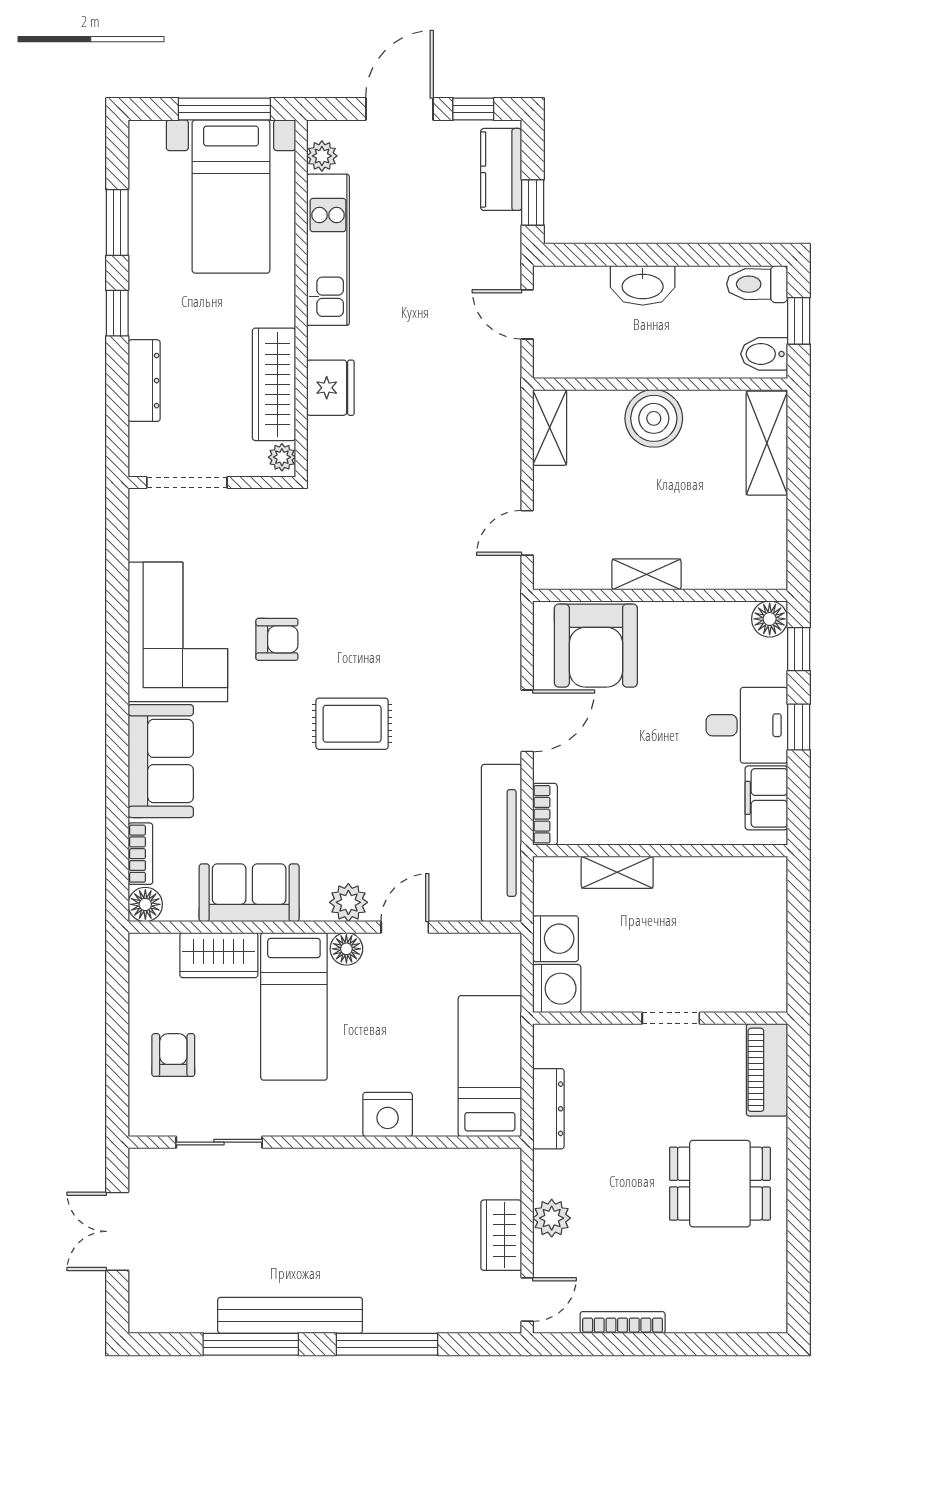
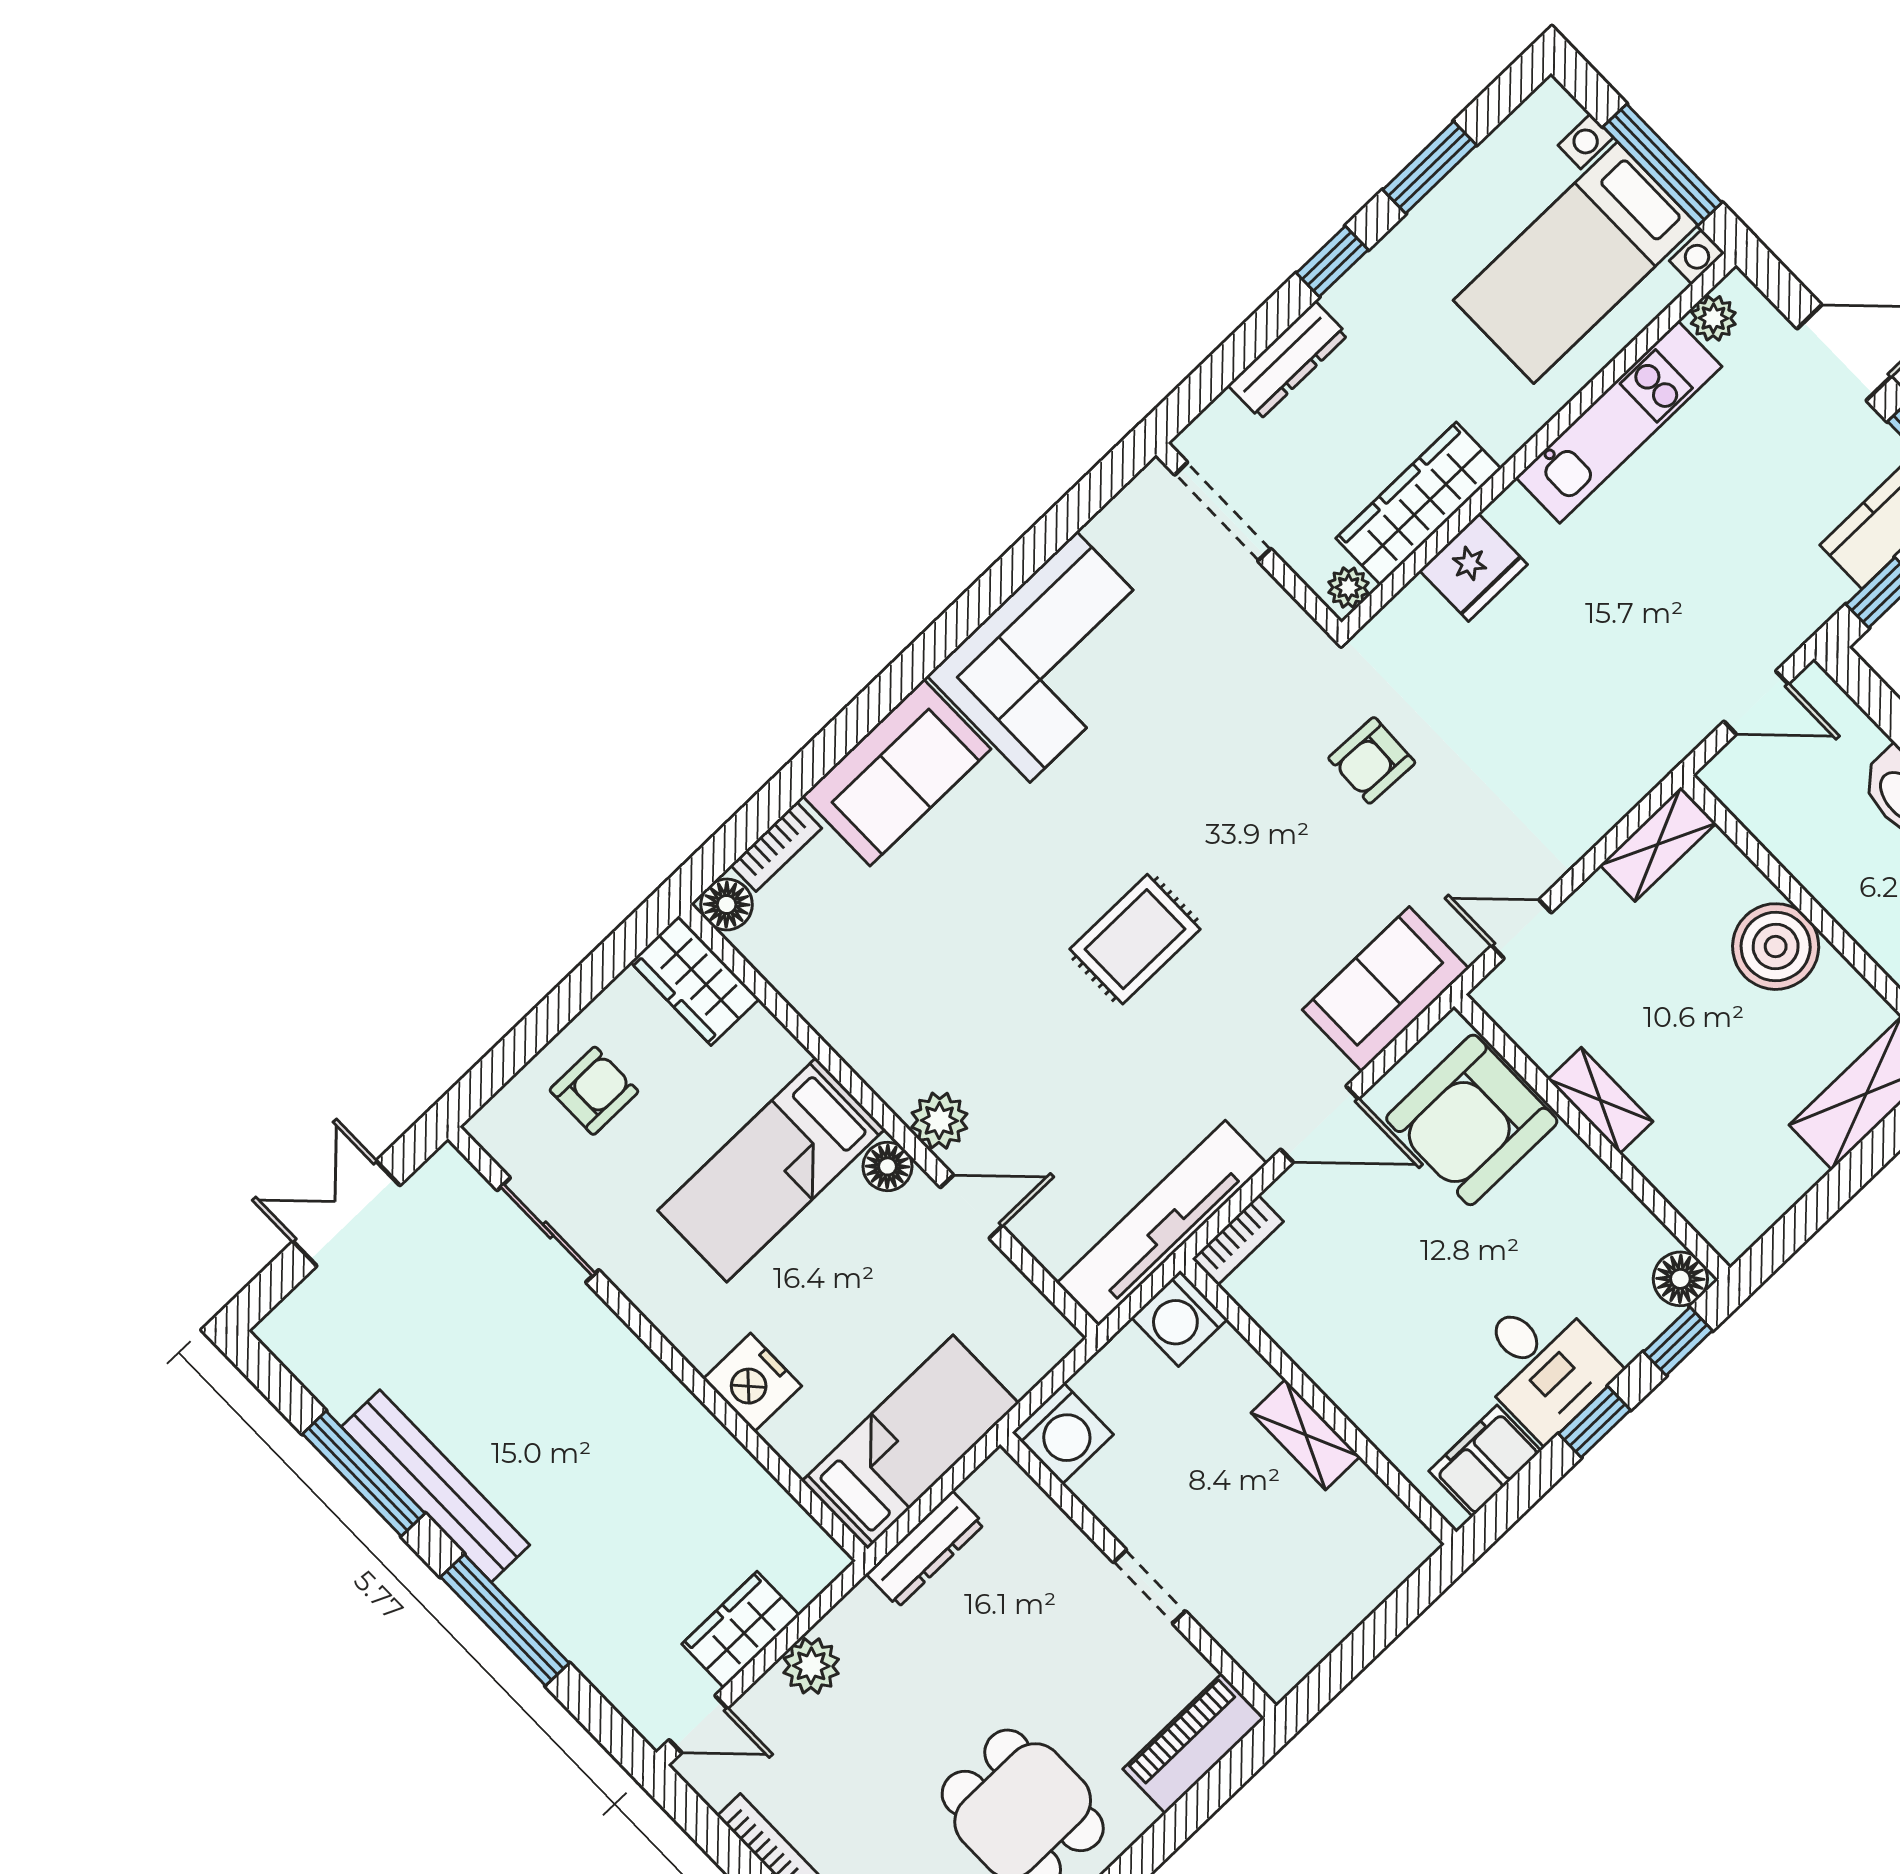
door: (527, 314) -> (1756, 703), swing flipped
armchair: (277, 639) -> (1372, 760), moved, turned 92
rug: (352, 724) -> (1135, 939), turned 90
shelving: (617, 872) -> (1305, 1435), moved
sofa: (249, 893) -> (1386, 989), moved, turned -90
washing machine: (555, 939) -> (1179, 1318), moved, turned 90
wardrobe: (219, 955) -> (695, 980), moved

